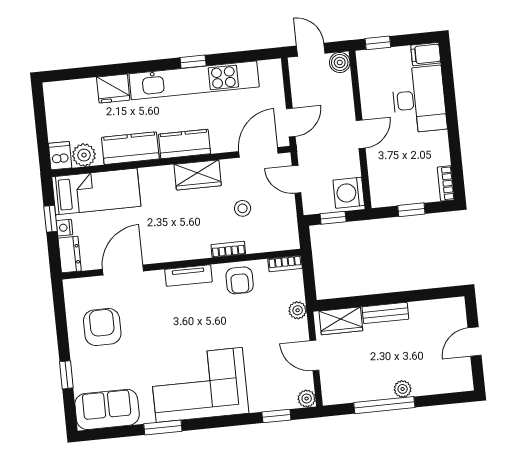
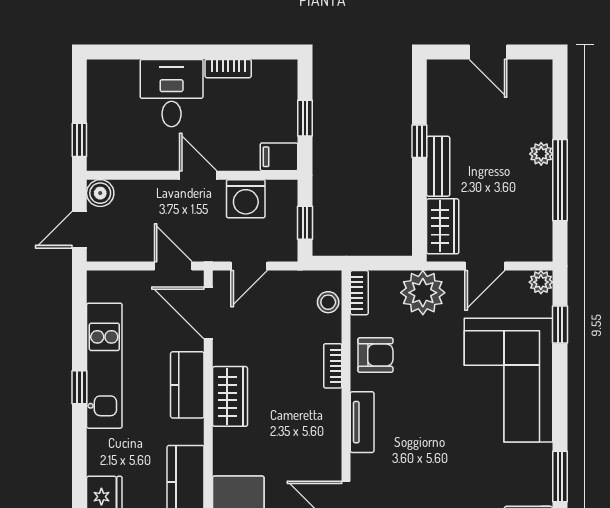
filing cabinet: (426, 54) -> (279, 157), moved, turned 90
kitchen unit: (194, 80) -> (104, 366), width x0.73
desk: (419, 99) -> (172, 93), width x0.73
kitchen counter: (184, 144) -> (187, 385), moved
bookcase: (446, 183) -> (228, 69), moved
washing machine: (349, 193) -> (246, 199), moved
stool: (243, 208) -> (328, 302), moved
window: (403, 297) -> (419, 141), added
plant: (298, 310) -> (423, 293), width x1.88, depth x1.88
corner sofa: (199, 385) -> (508, 380), moved

